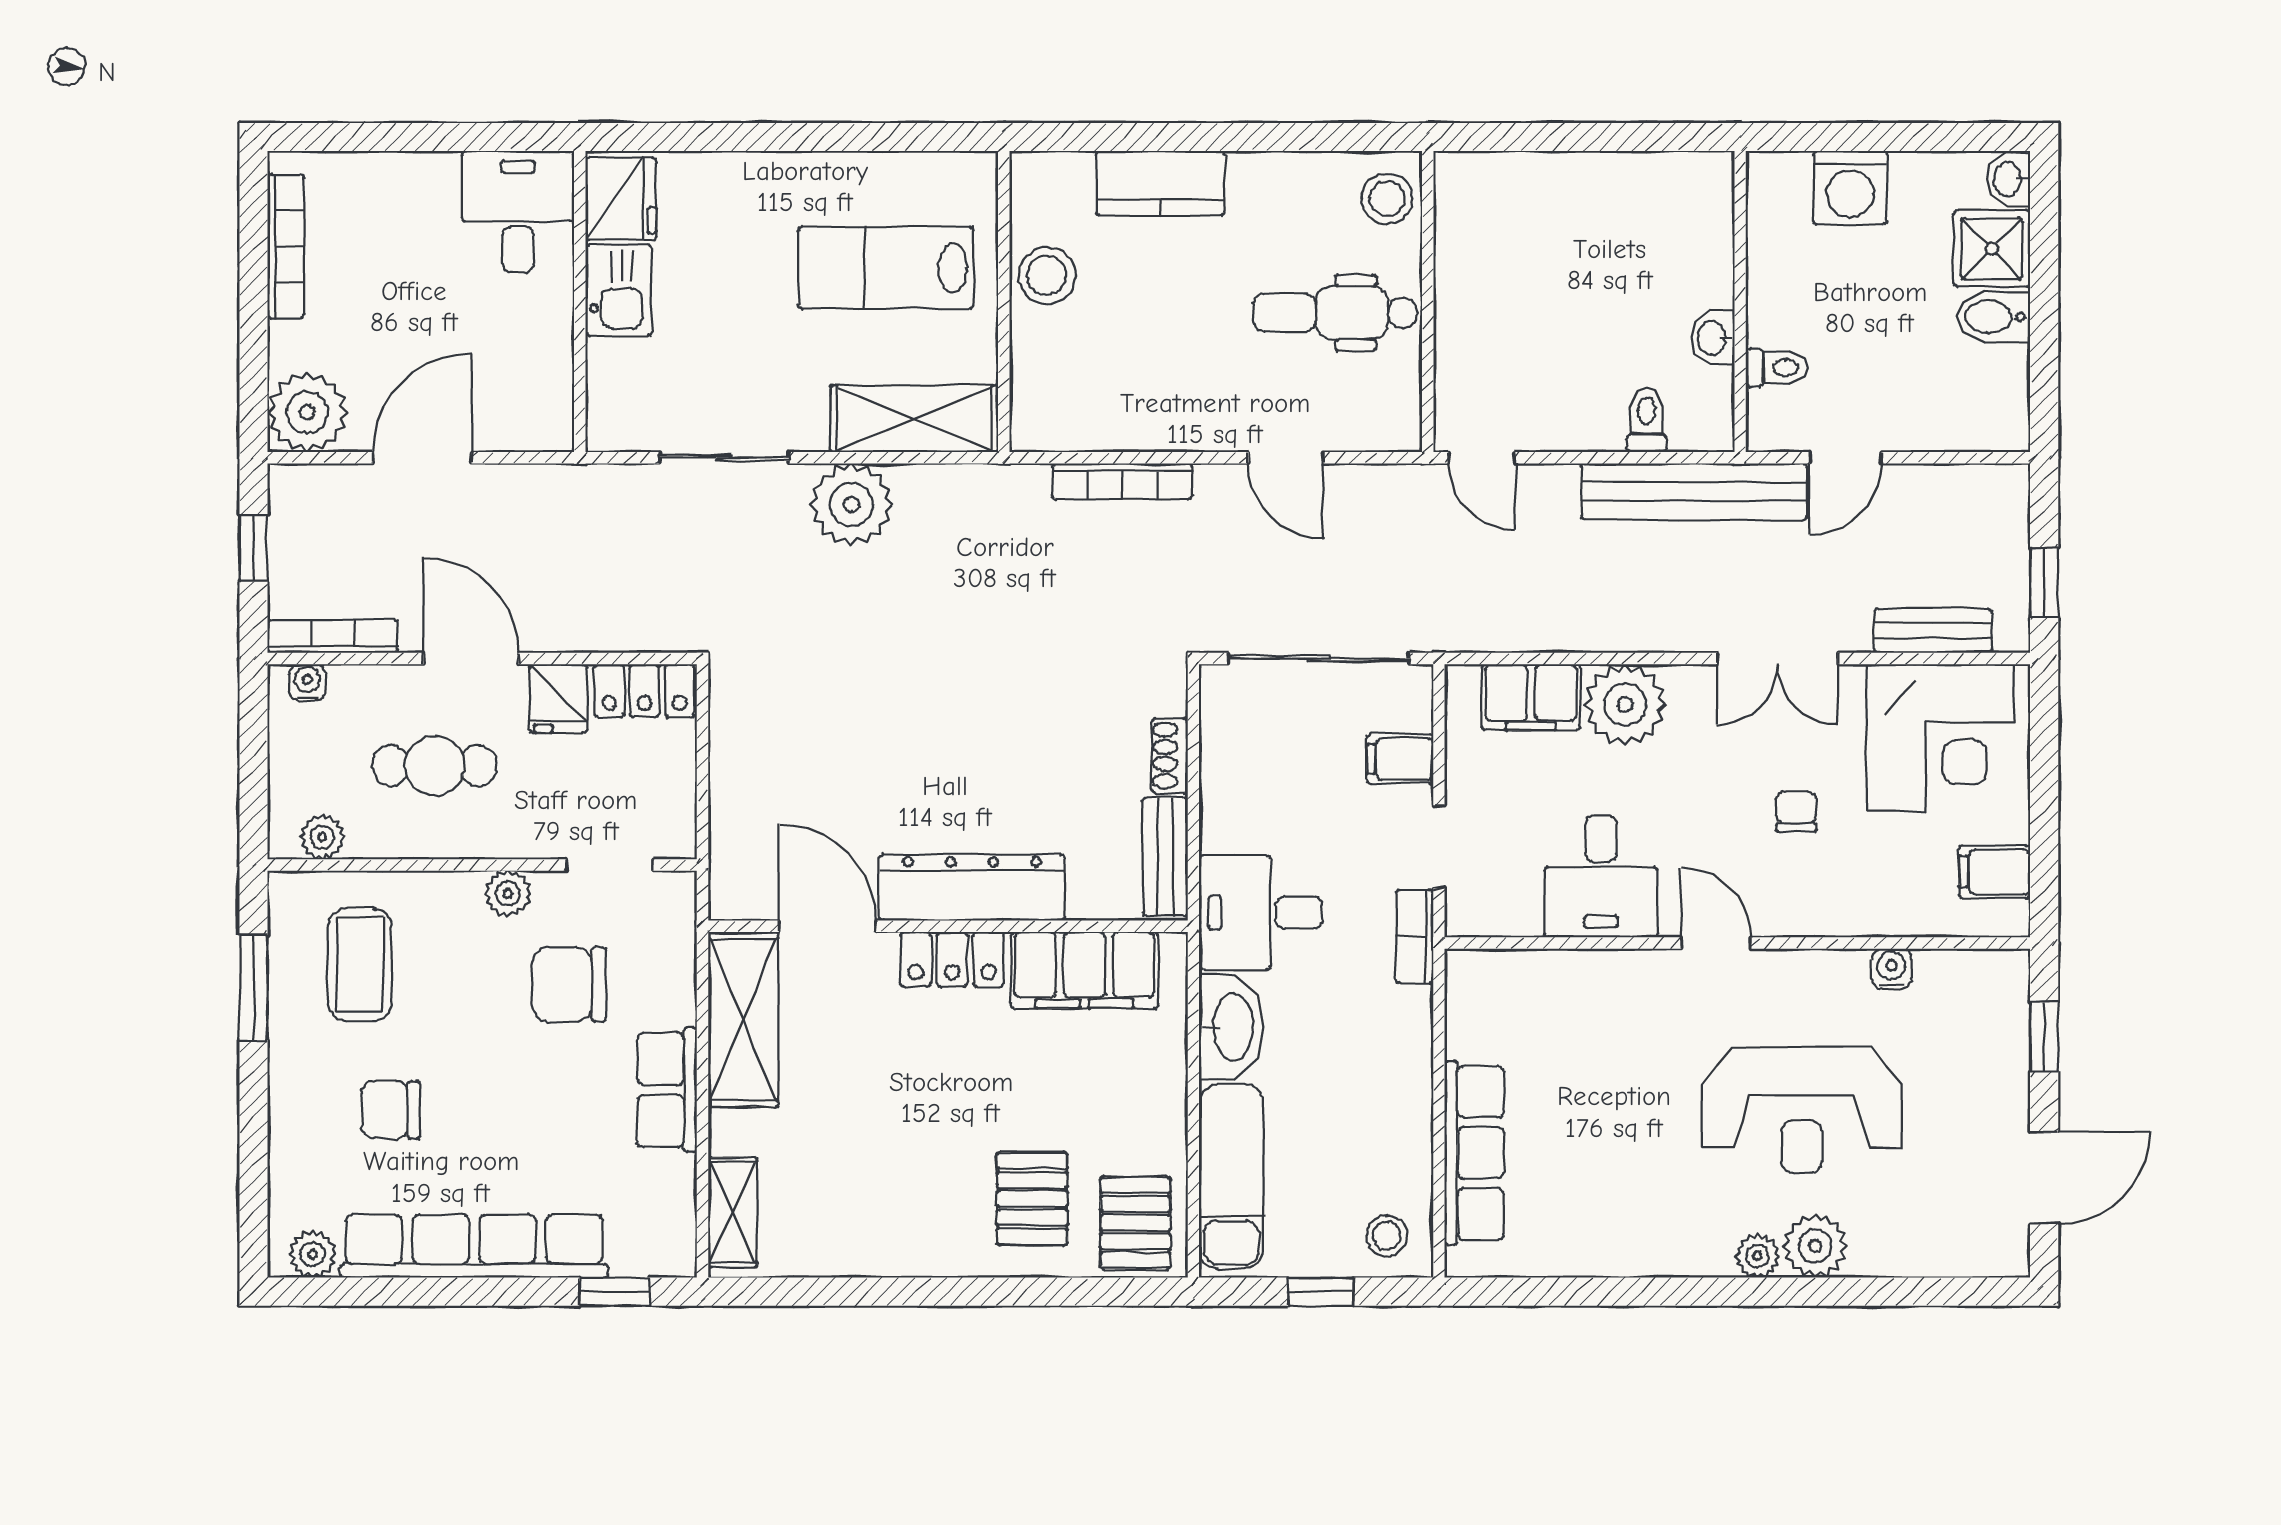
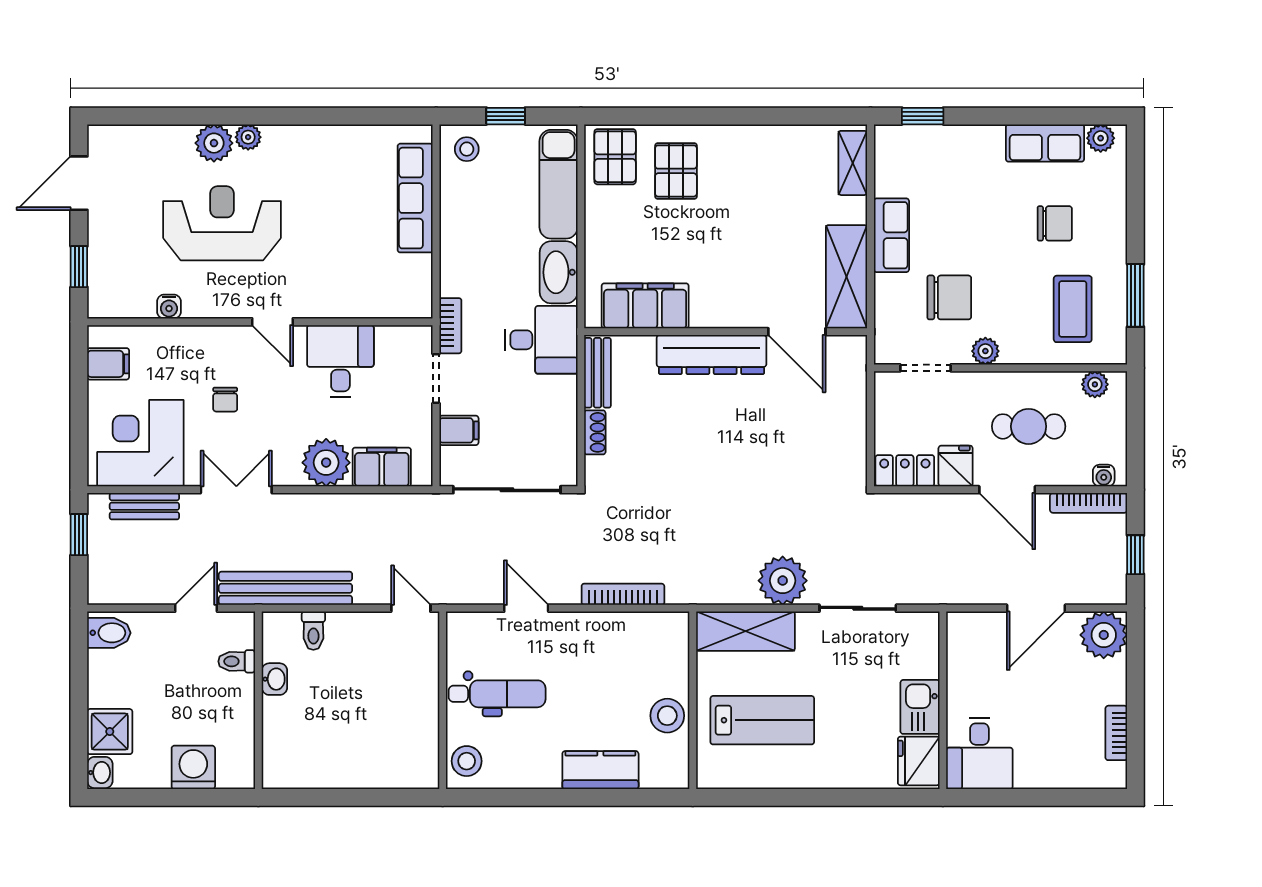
bookcase: (286, 246) -> (1116, 733), width x0.64
bidet: (1993, 317) -> (109, 633), moved
locker: (952, 959) -> (723, 312), removed
row of seats: (474, 1246) -> (1045, 143), width x0.50

